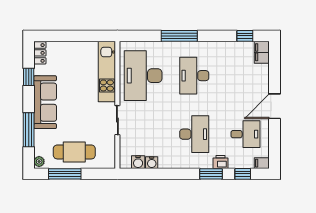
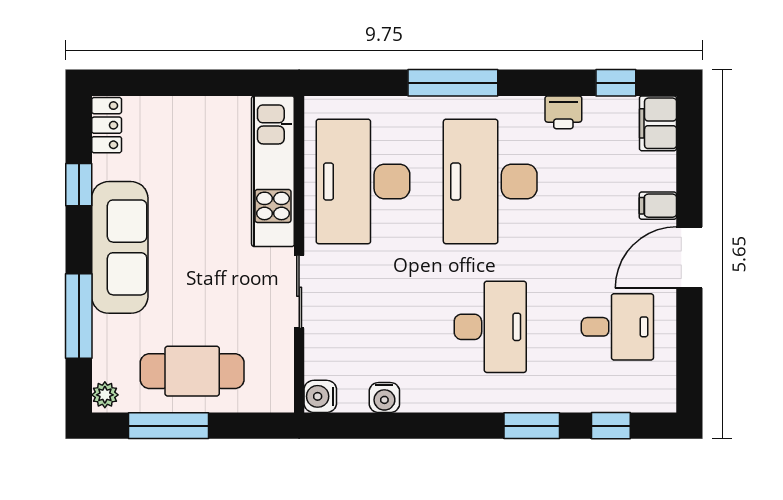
desk: (194, 76) -> (490, 181), width x1.36, depth x1.30
water cooler: (138, 162) -> (320, 396), moved, turned 90
printer: (220, 162) -> (563, 112), moved, turned 180
filing cabinet: (262, 163) -> (658, 206), moved

